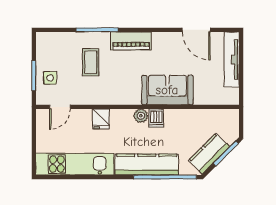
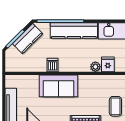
plant: (141, 116) -> (95, 67), moved
dishwasher: (156, 118) -> (53, 65), moved

